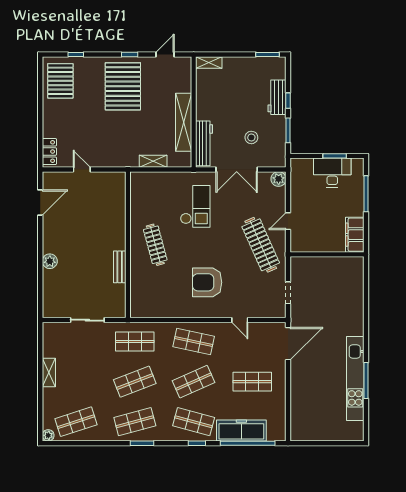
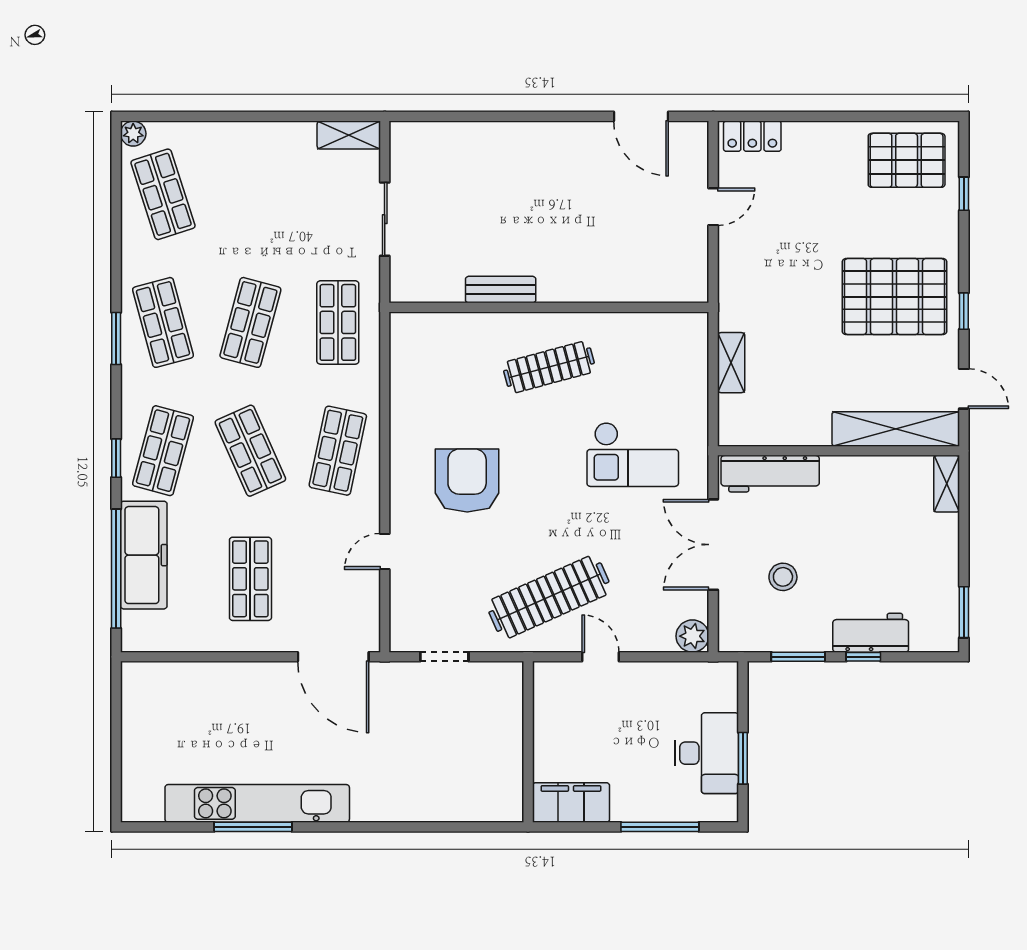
shelving: (184, 122) -> (896, 429), moved
plant: (50, 261) -> (513, 137), removed
shelving: (49, 372) -> (349, 135), moved
shop shelf: (135, 382) -> (250, 322), turned 36

